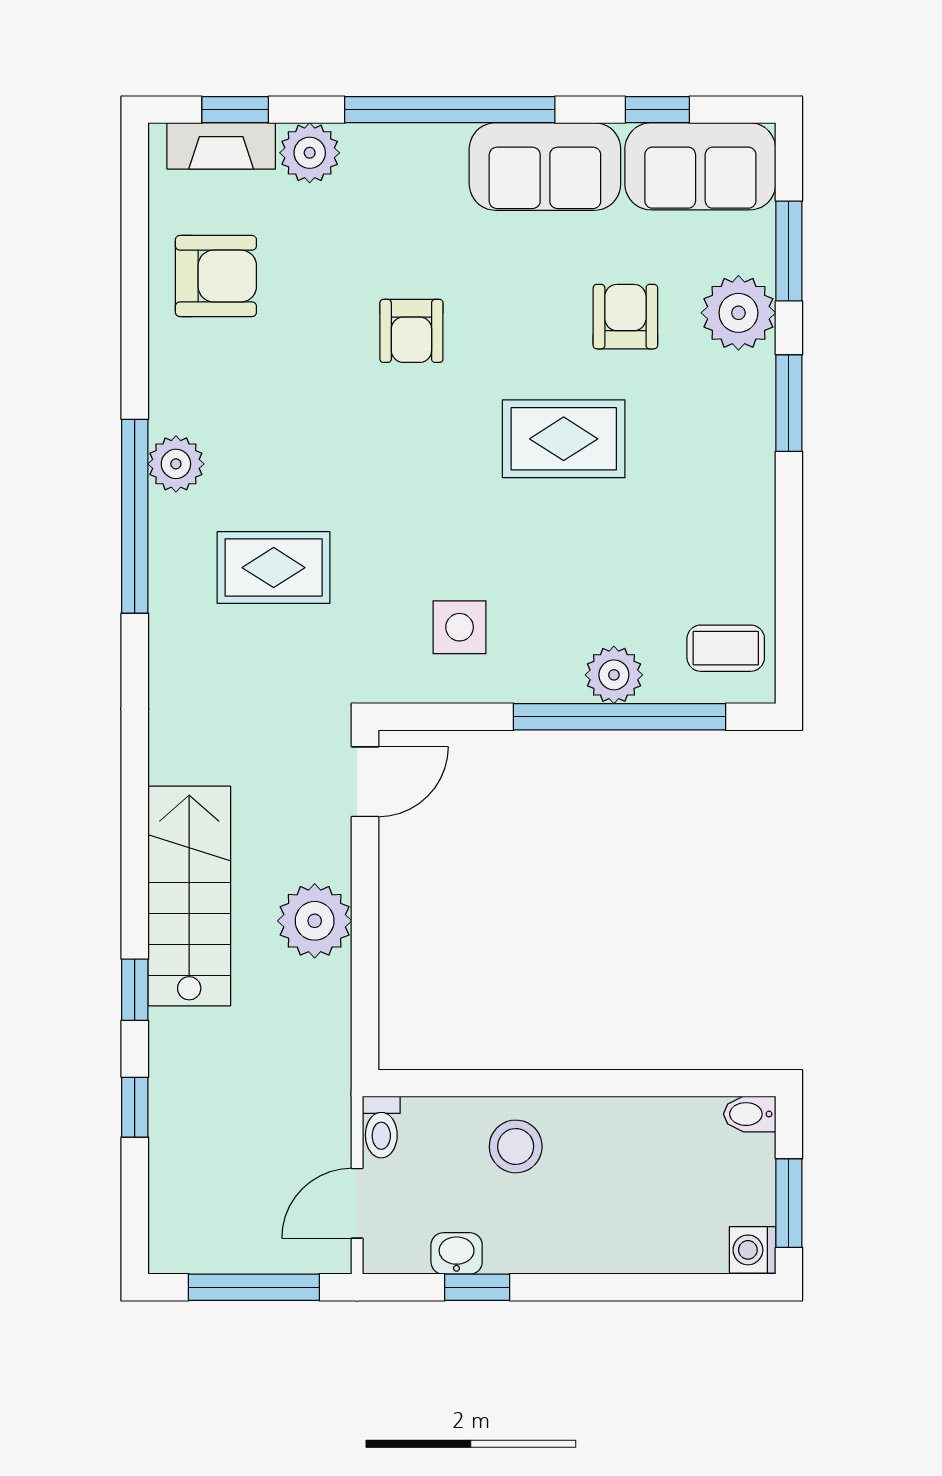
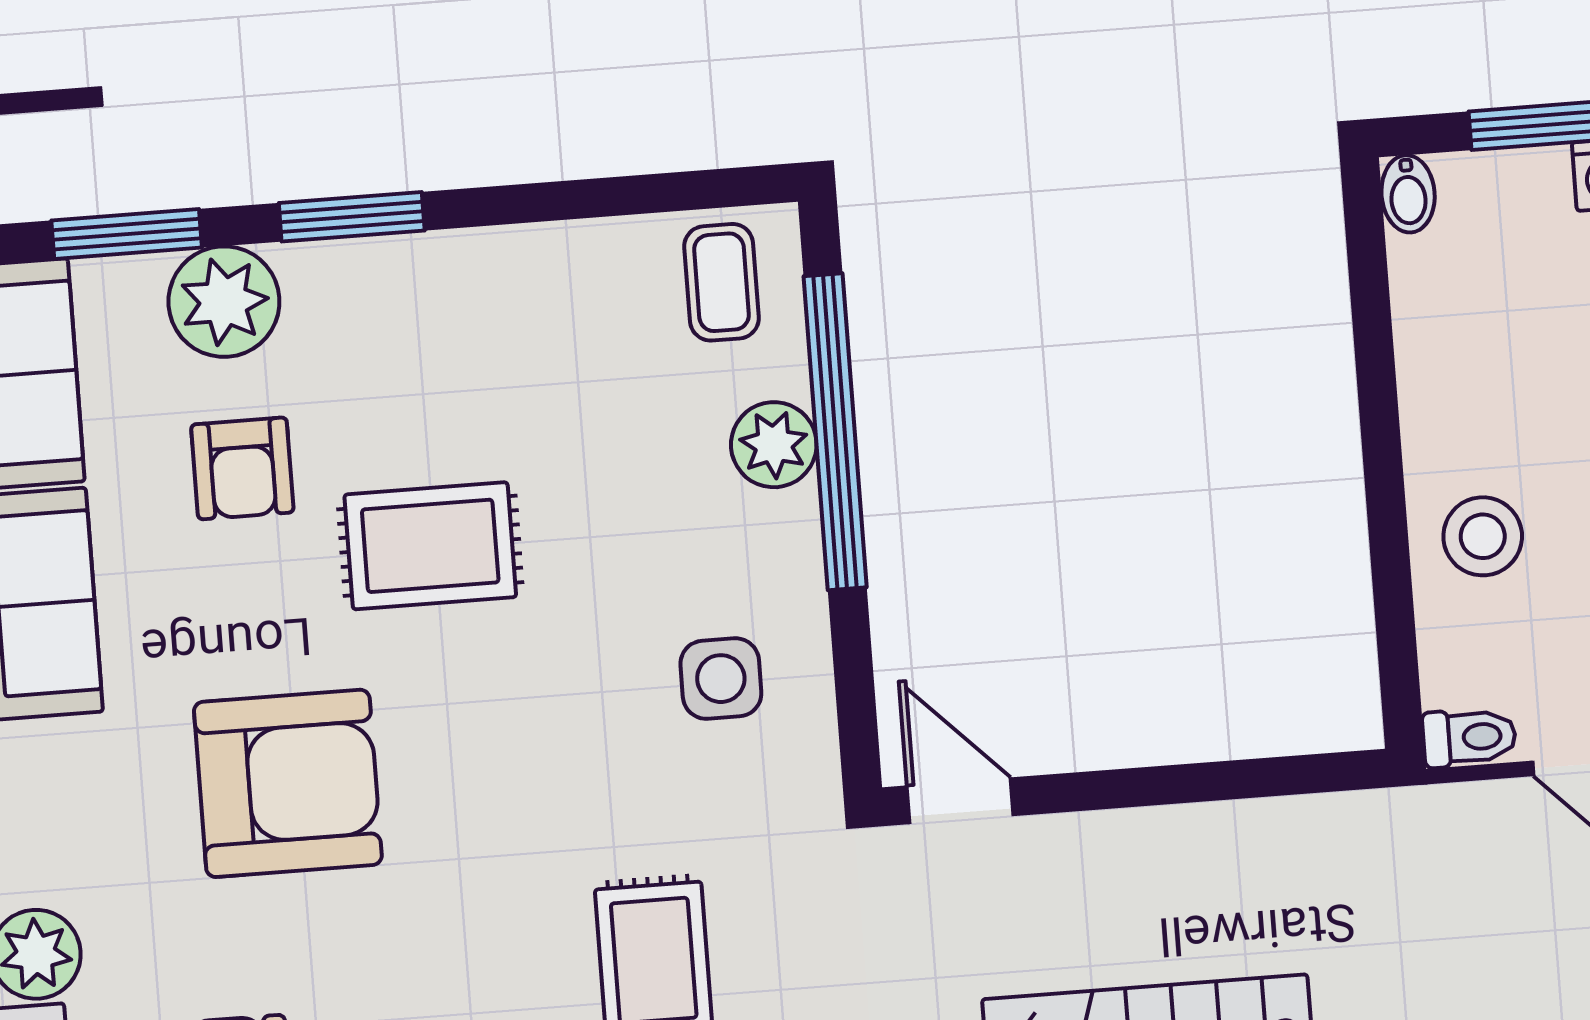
armchair: (625, 317) -> (242, 468), turned -90
armchair: (411, 331) -> (288, 783), width x1.88, depth x1.88
rug: (564, 439) -> (430, 546), turned 90
plant: (315, 921) -> (1172, 859), removed

